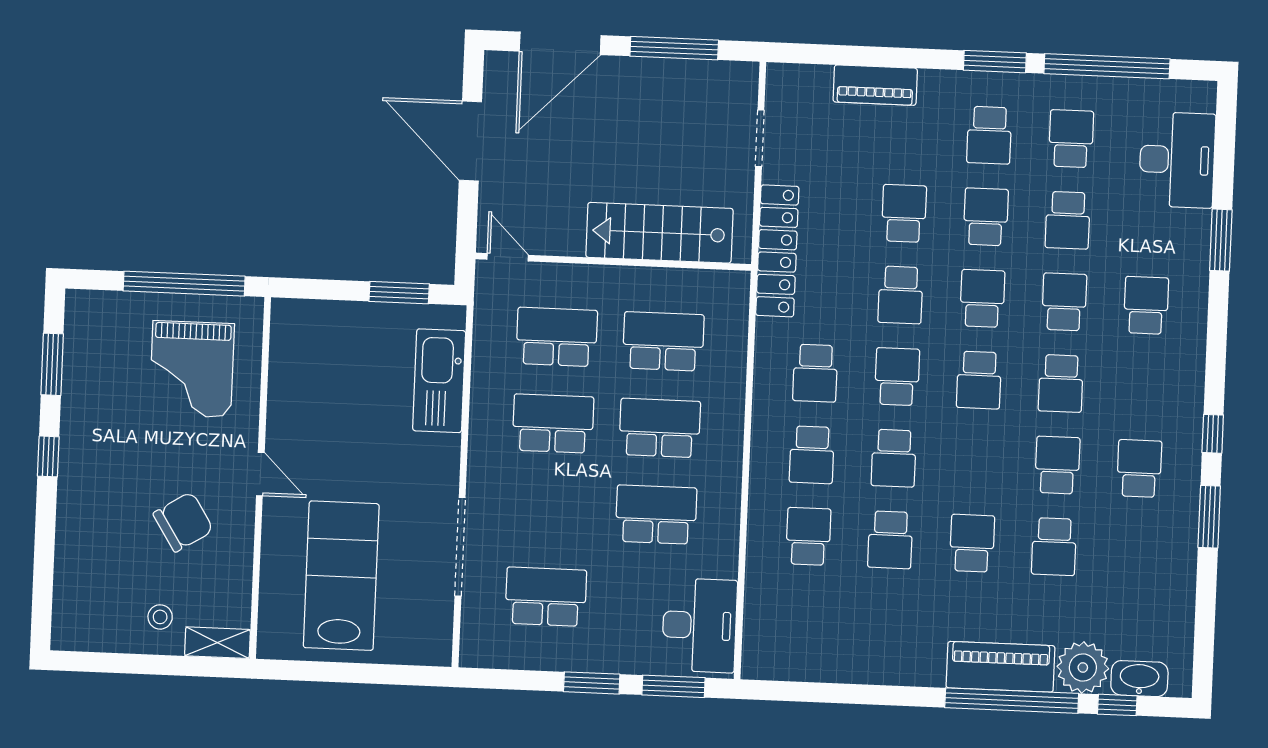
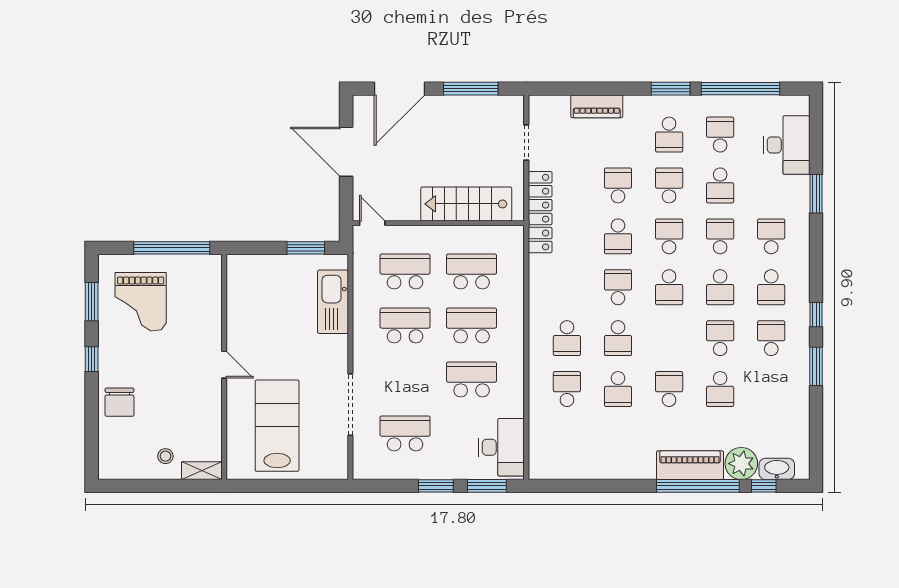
grand piano: (192, 369) -> (141, 302), moved
school desk: (815, 373) -> (771, 287), moved
chair: (183, 522) -> (119, 402), moved, turned 122

